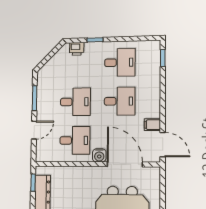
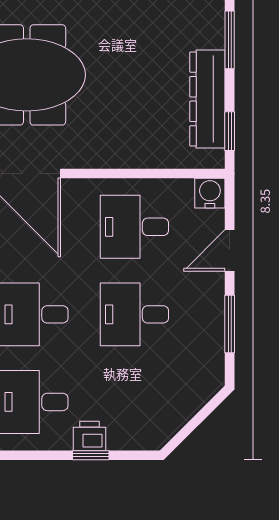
printer: (77, 49) -> (89, 436), moved
water cooler: (99, 155) -> (210, 193), moved

